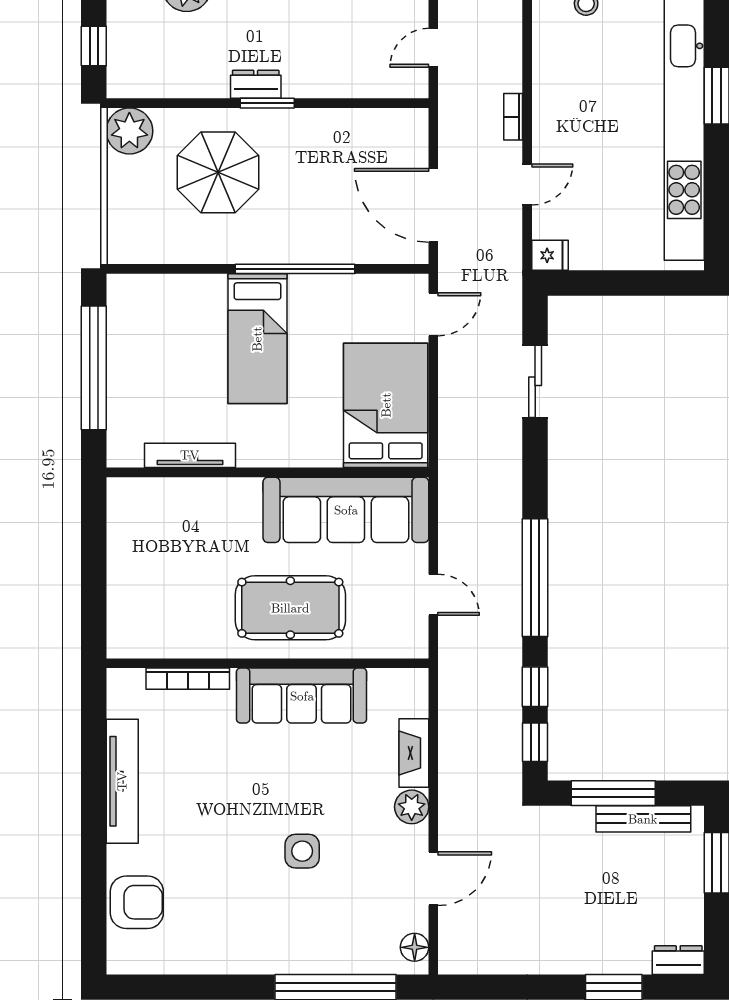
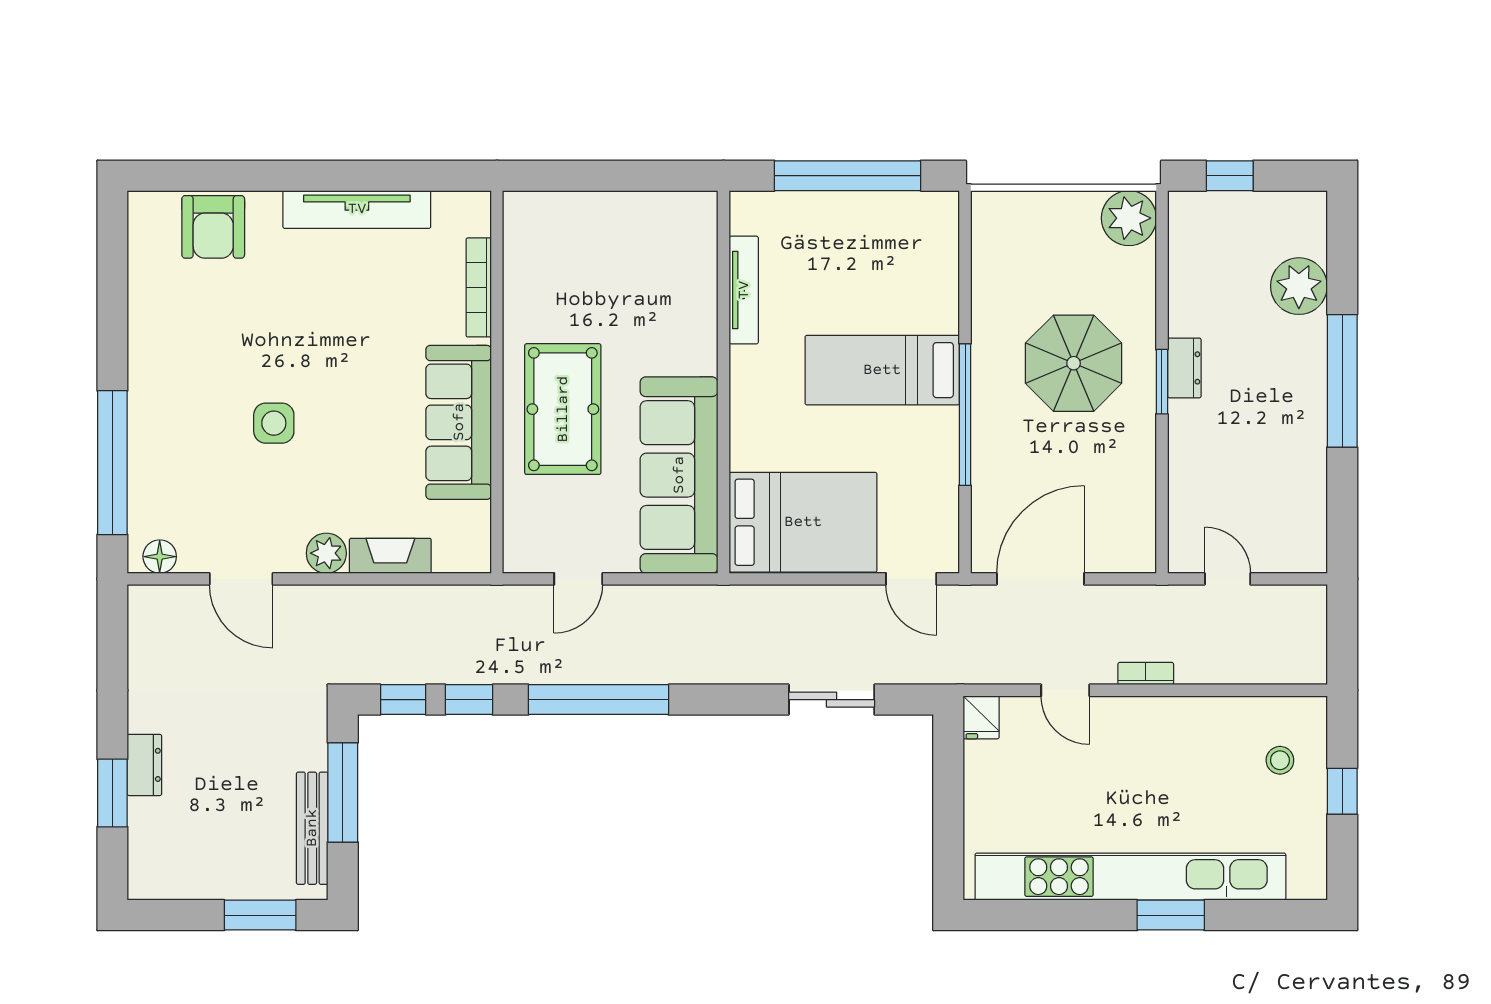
parasol: (218, 172) -> (1074, 363), moved
dresser: (678, 960) -> (144, 765), moved

